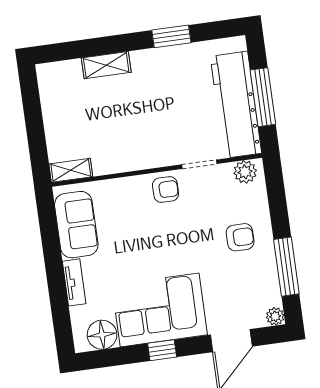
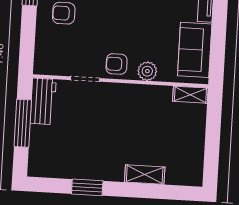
workbench: (236, 105) -> (43, 101), width x0.53, depth x0.76
plant: (245, 172) -> (147, 71), moved

